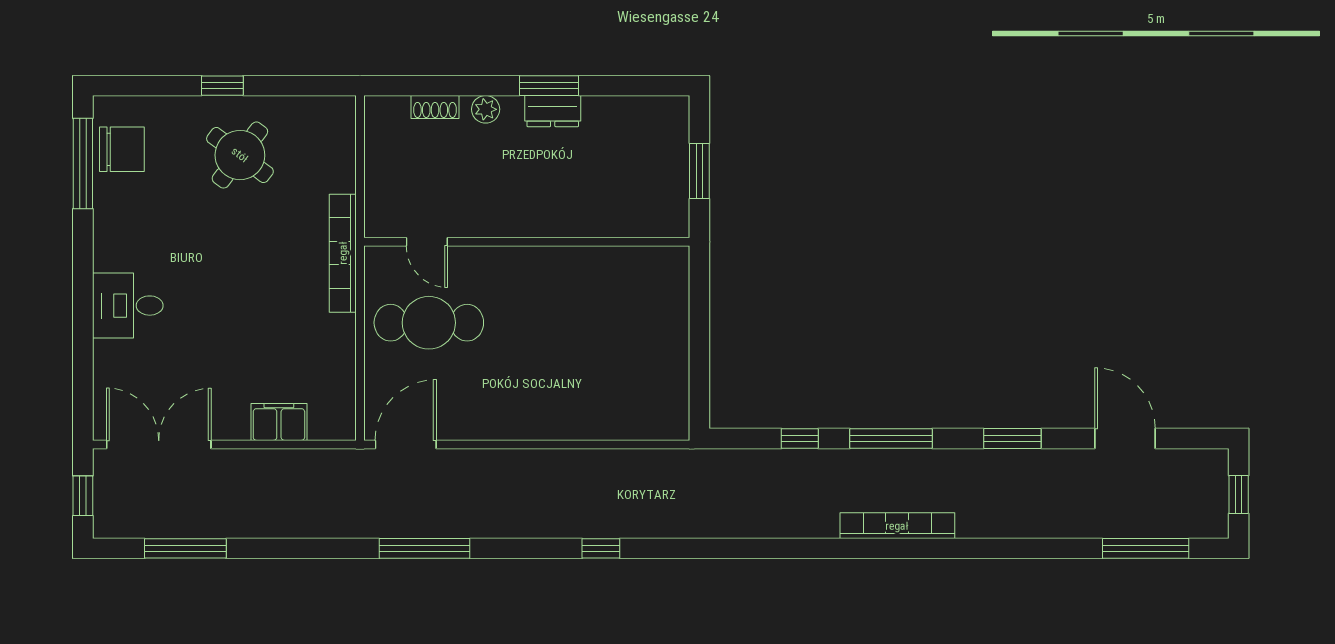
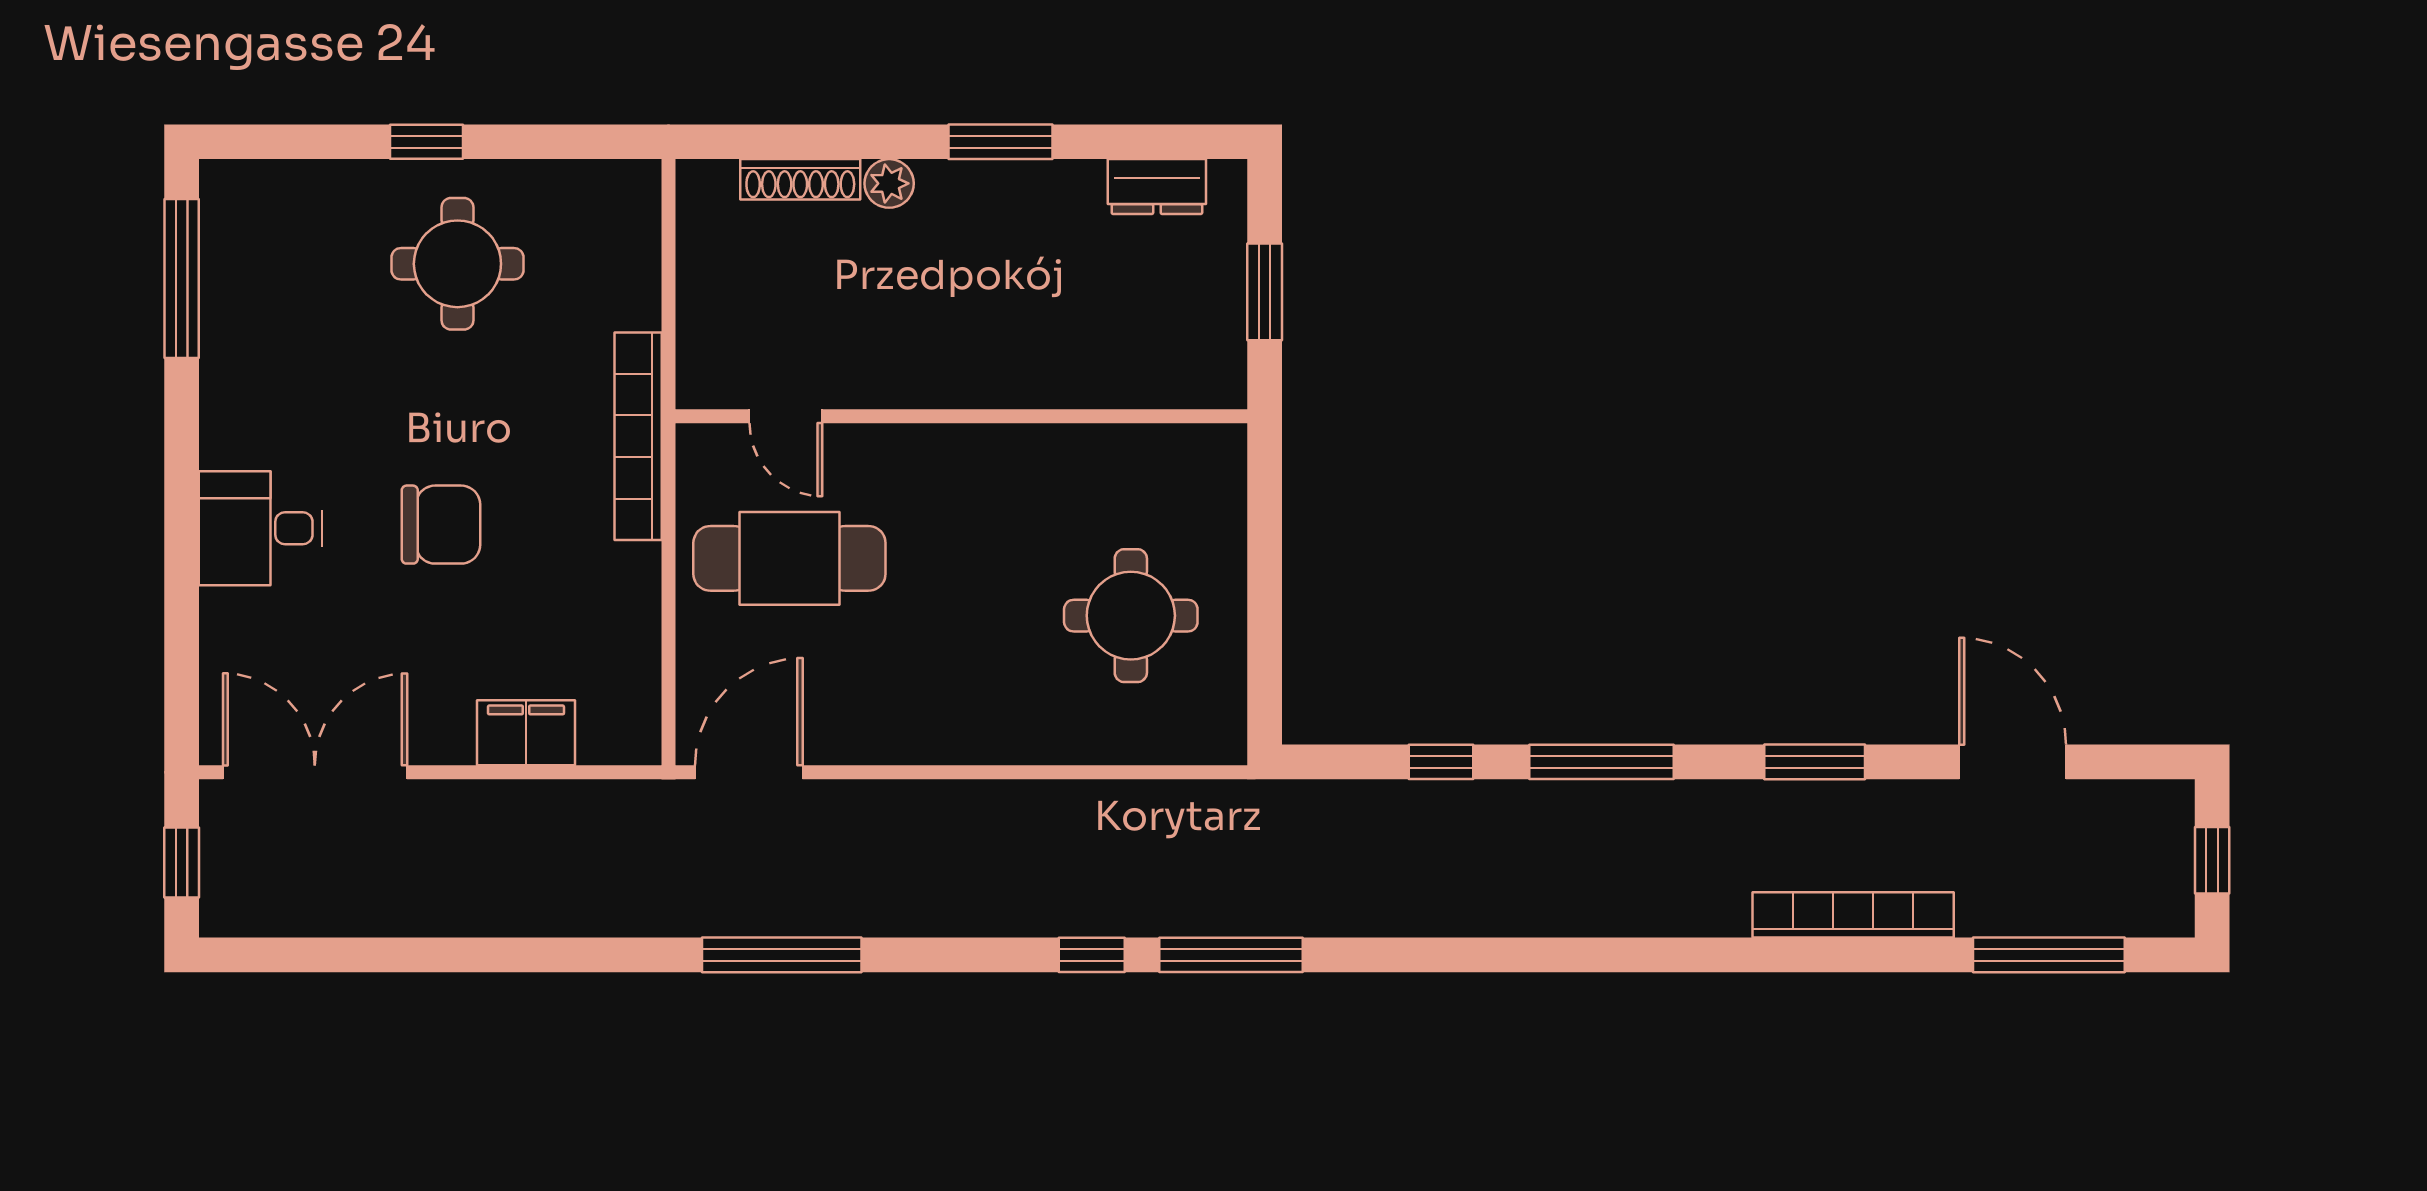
shoe rack: (435, 107) -> (800, 179), width x1.43
dresser: (553, 111) -> (1157, 187), moved
chair: (122, 149) -> (441, 525), moved
round table: (240, 155) -> (457, 264), turned -37
round table: (623, 355) -> (1131, 616), added
bookcase: (897, 526) -> (1853, 915), moved
window: (185, 548) -> (1231, 955), moved

